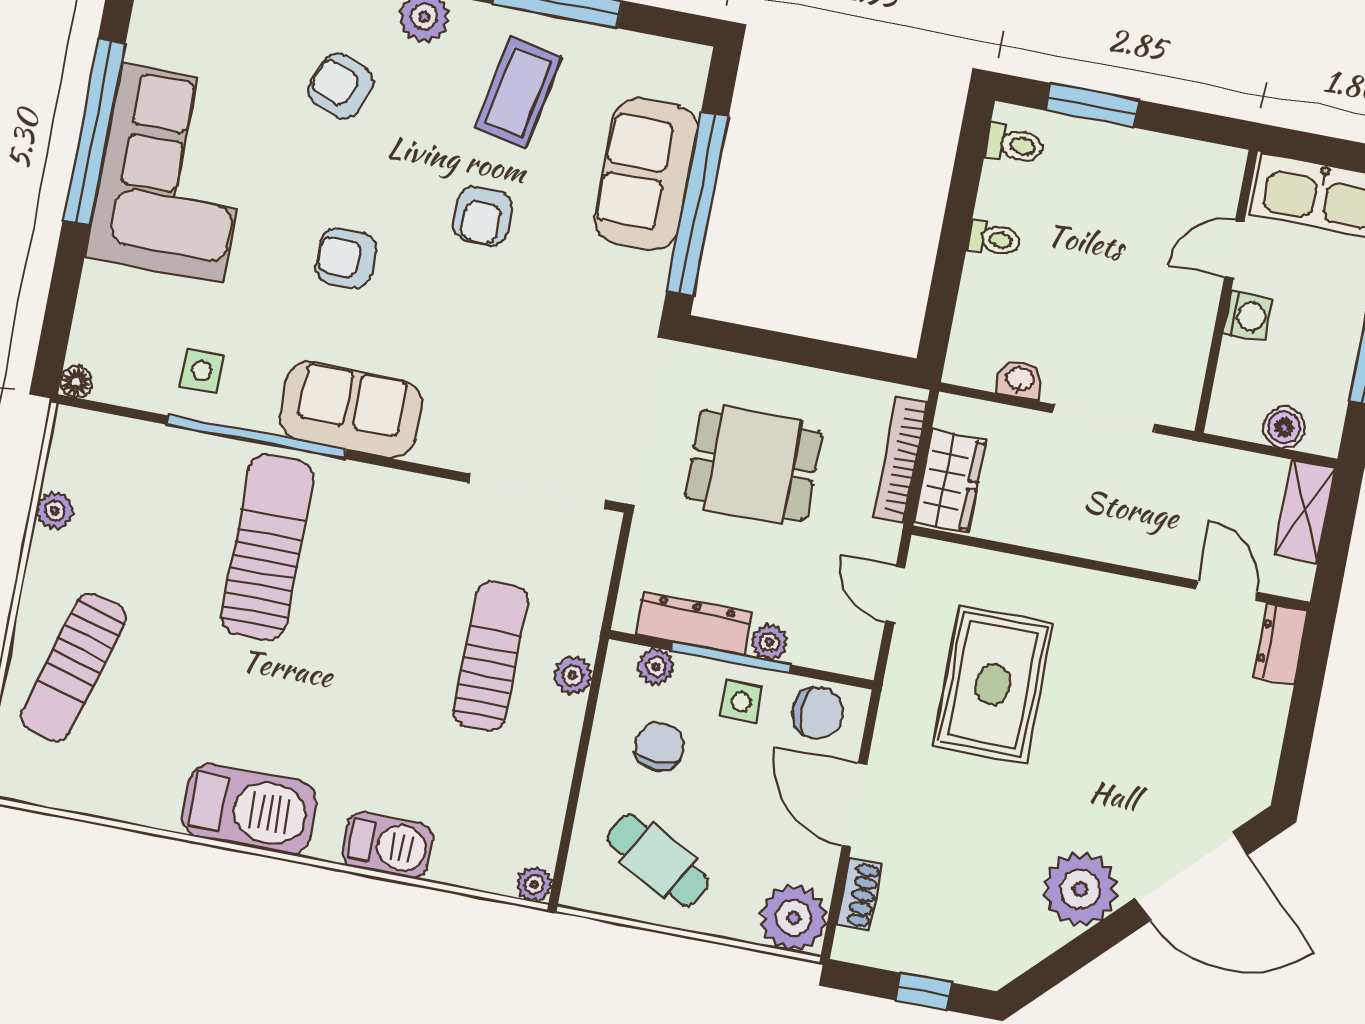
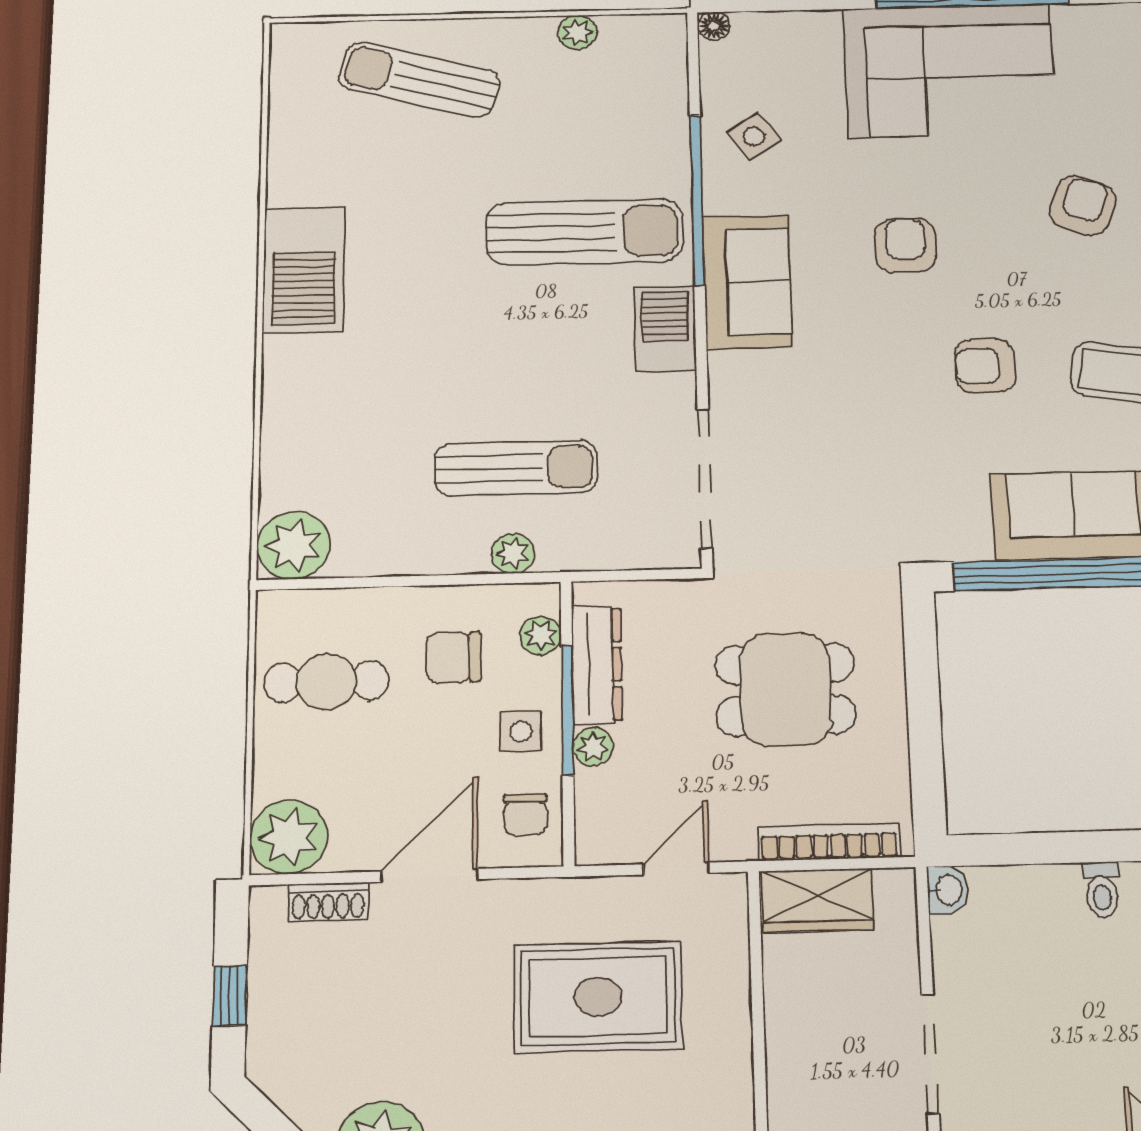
side table: (202, 371) -> (754, 136), turned -34
washbasin: (1020, 380) -> (948, 890), moved
dining table: (753, 465) -> (786, 689), turned 90
chair: (818, 713) -> (525, 814), width x0.73, depth x0.73
chair: (659, 746) -> (453, 657), turned 180
barbecue: (388, 845) -> (665, 329), moved, turned 180
cafe table: (658, 860) -> (326, 682), turned 61
plant: (534, 884) -> (294, 545), width x1.87, depth x1.87

